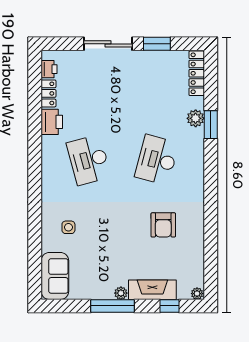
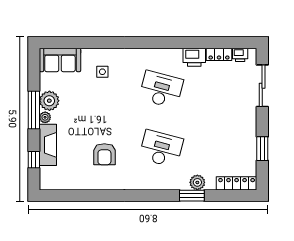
sliding door: (108, 44) -> (262, 86), moved
desk: (89, 160) -> (161, 89), turned 30
armchair: (163, 225) -> (104, 154), turned -90
plant: (197, 294) -> (49, 101), moved, width x1.88, depth x1.88

